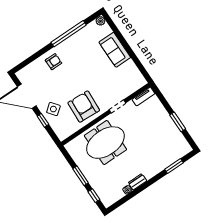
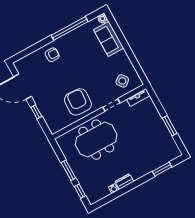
sofa: (115, 50) -> (109, 39), moved
side table: (53, 109) -> (122, 81), moved

